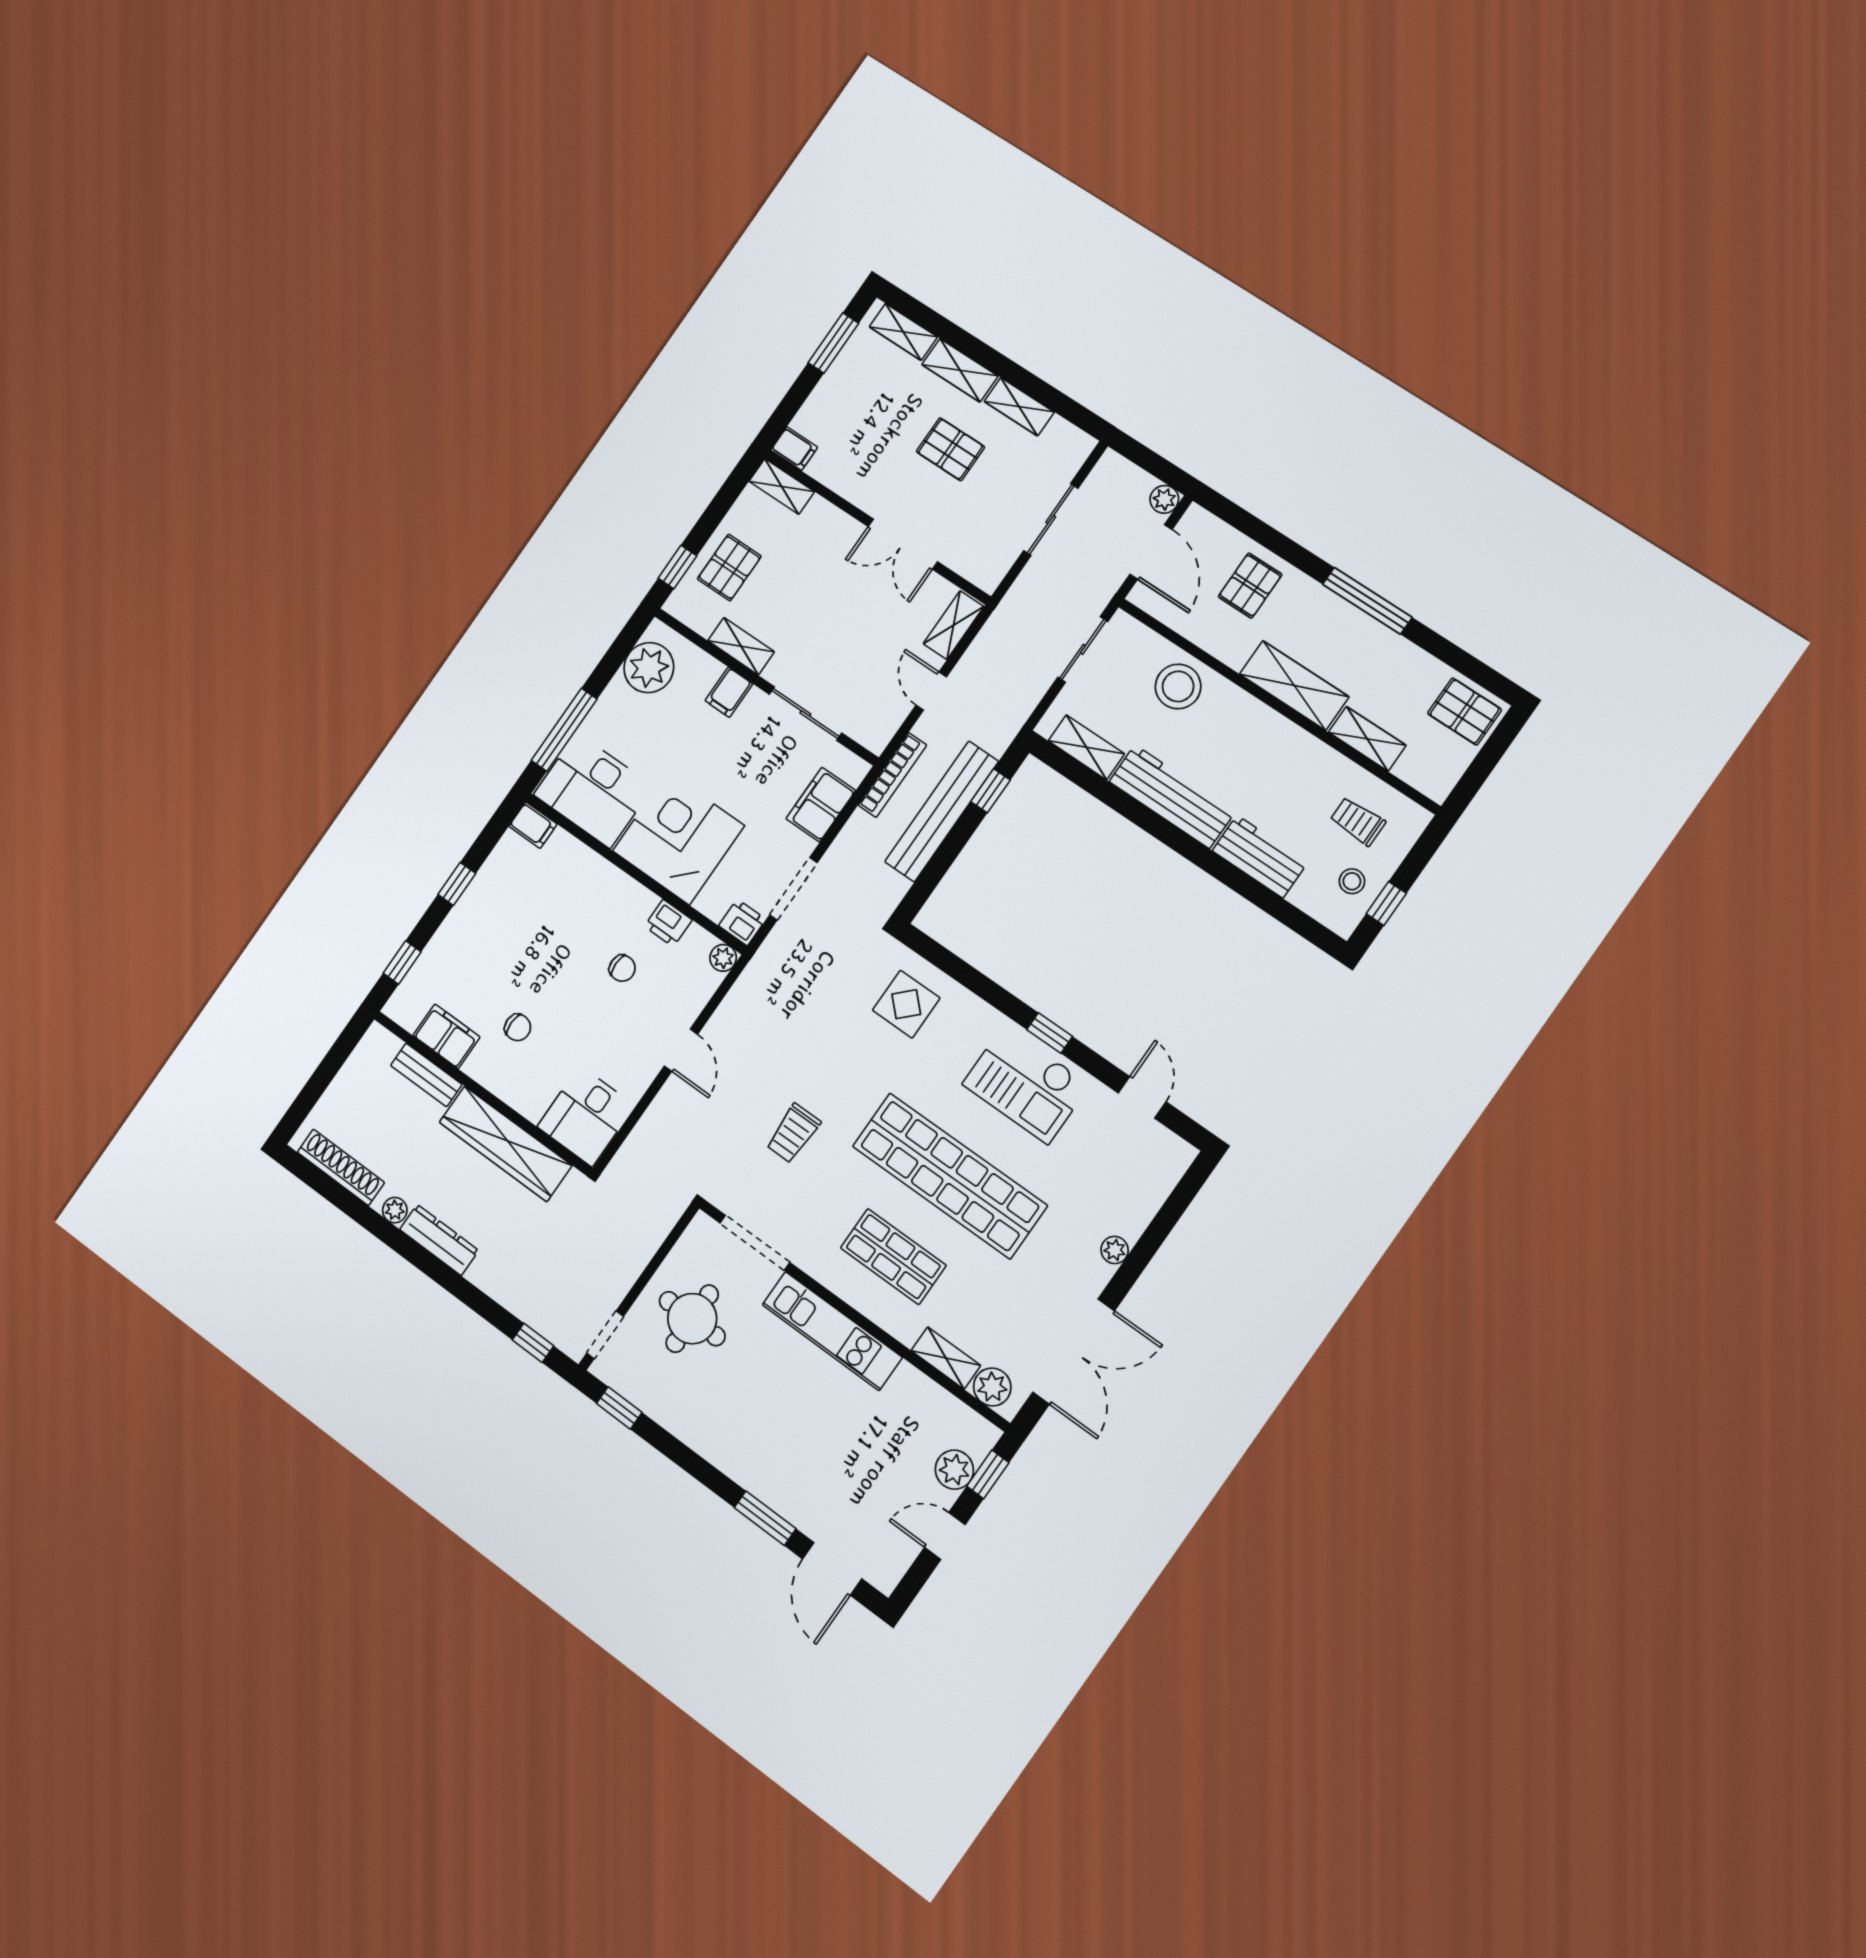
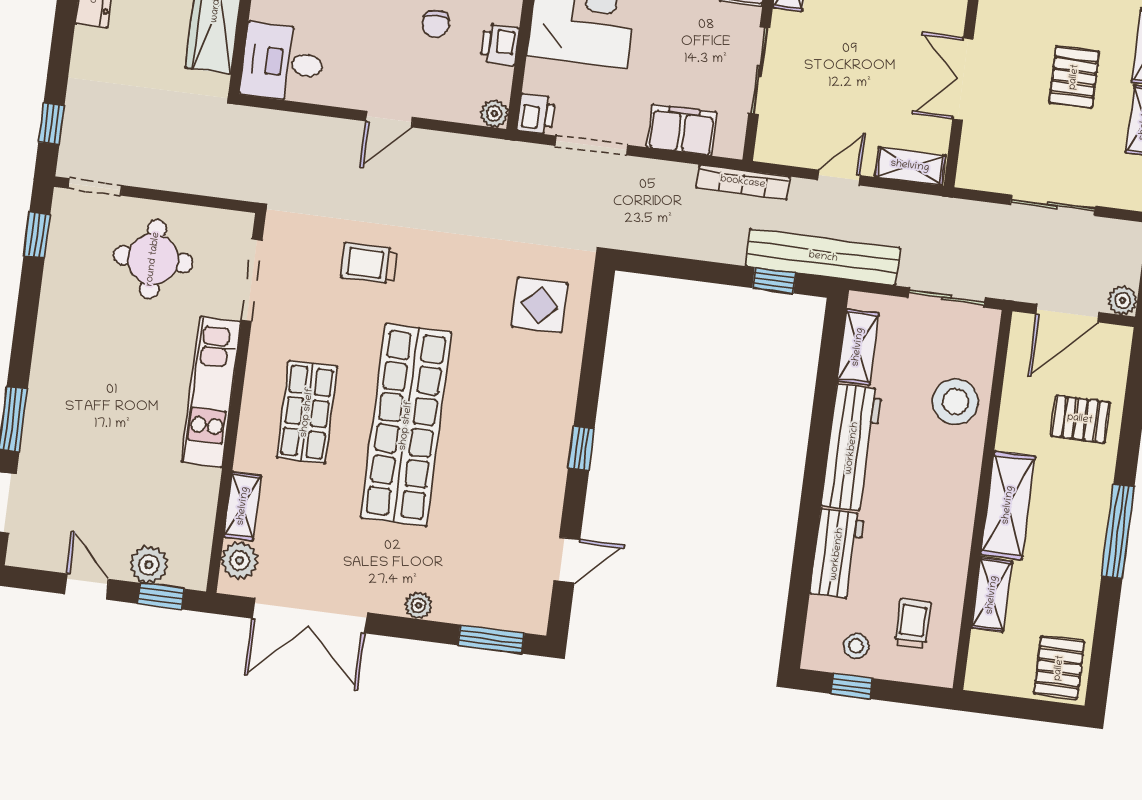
bench: (942, 811) -> (823, 257), moved
checkout: (1026, 1084) -> (524, 451), removed
window: (1178, 1202) -> (491, 639), added

